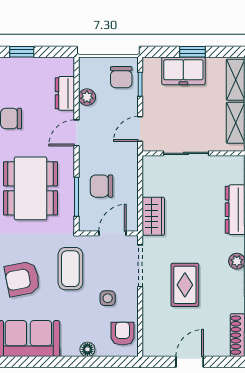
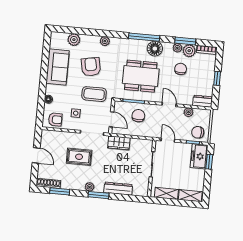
window: (193, 52) -> (209, 162), moved
freezer: (183, 71) -> (199, 156), moved
dresser: (65, 93) -> (202, 101), moved

